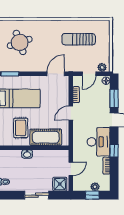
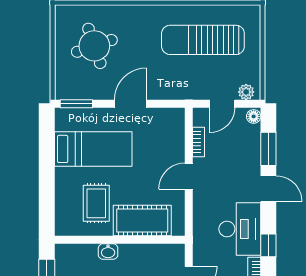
sun lounger: (79, 39) -> (203, 40), width x1.36, depth x1.34
door: (56, 74) -> (131, 104), moved

